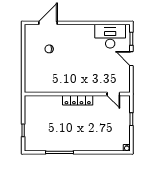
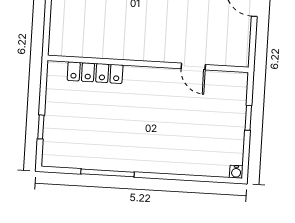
door: (113, 94) -> (193, 67), moved
locker: (78, 100) -> (95, 73), moved

